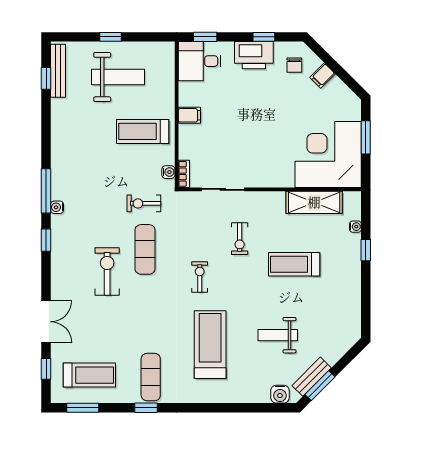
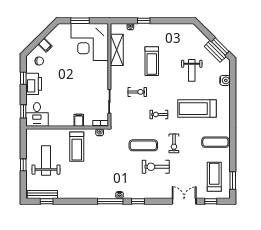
filing cabinet: (189, 115) -> (79, 120), moved
exercise bike: (144, 203) -> (174, 143), moved
water cooler: (280, 394) -> (225, 80), moved
window: (146, 408) -> (233, 145), removed

